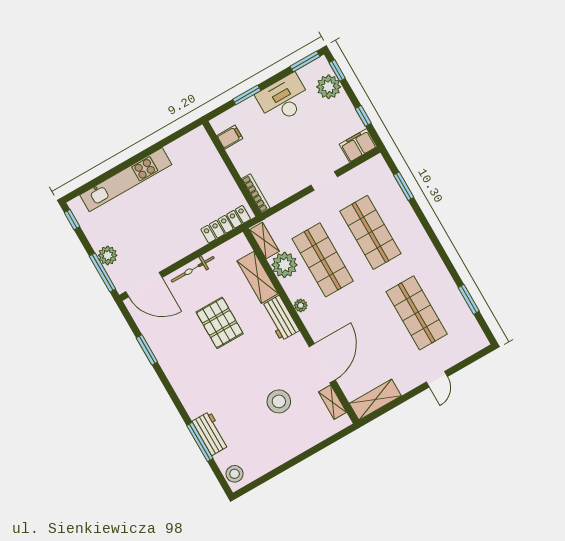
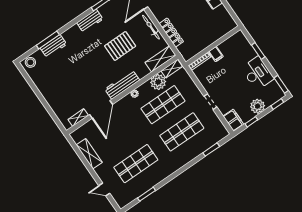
plant: (329, 87) -> (258, 106), moved
filing cabinet: (230, 137) -> (216, 54), moved
locker: (226, 224) -> (171, 33), moved
shelving: (258, 277) -> (160, 59), moved
workbench: (280, 318) -> (122, 85), width x1.38
door: (322, 363) -> (101, 109), hinge flipped
workbench: (174, 370) -> (90, 21), added
door: (437, 379) -> (104, 189), moved
shelving: (375, 400) -> (89, 154), moved
stool: (279, 401) -> (76, 85), removed

